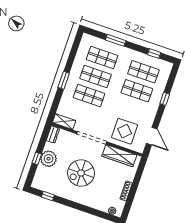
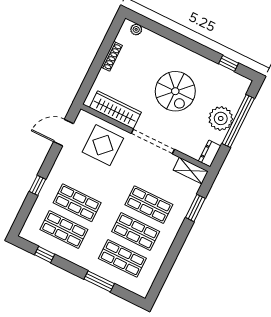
window: (64, 80) -> (195, 208), moved
door: (152, 136) -> (63, 133), hinge flipped
window: (37, 158) -> (238, 121), width x3.17
spiral stairs: (81, 173) -> (175, 91), turned 90

